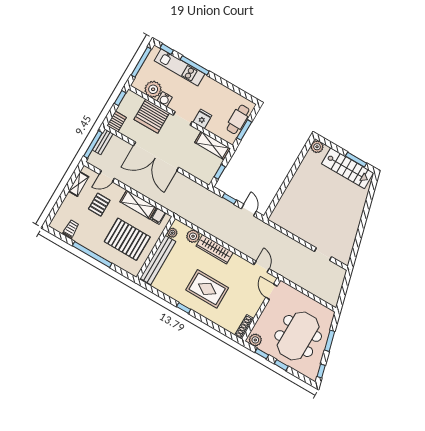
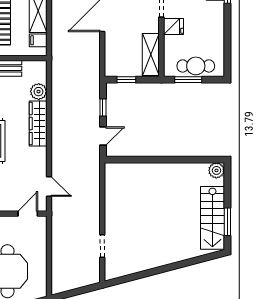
plant: (172, 233) -> (29, 67), removed
door: (262, 267) -> (49, 187), hinge flipped

